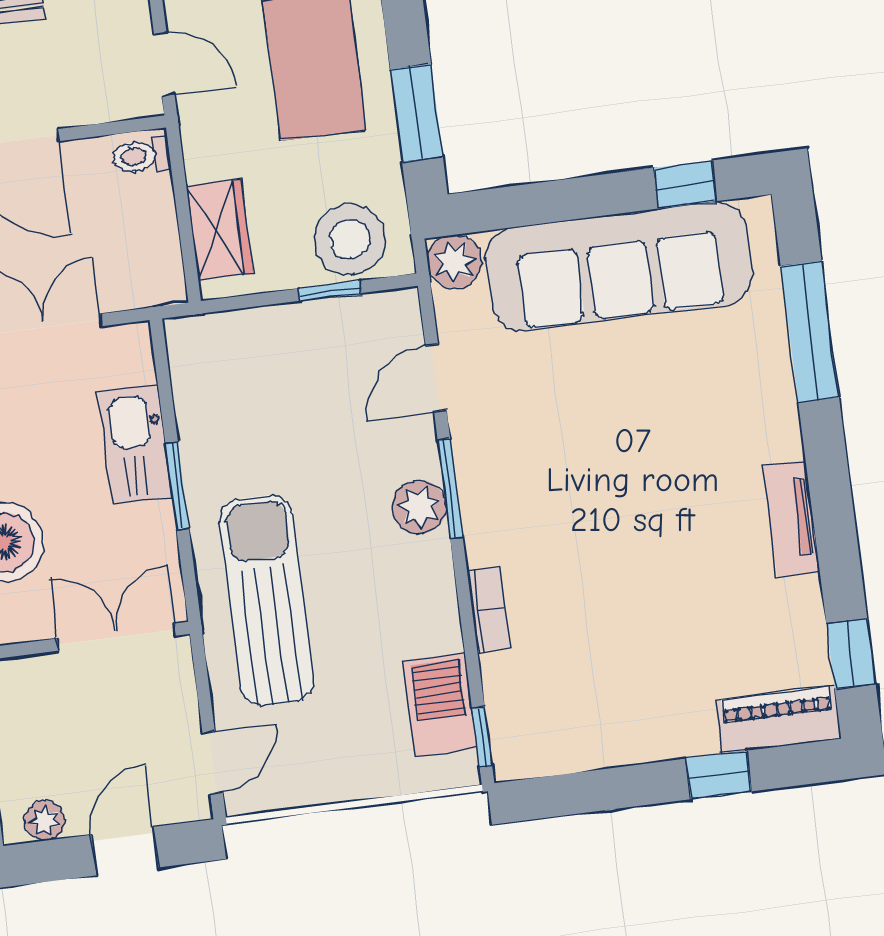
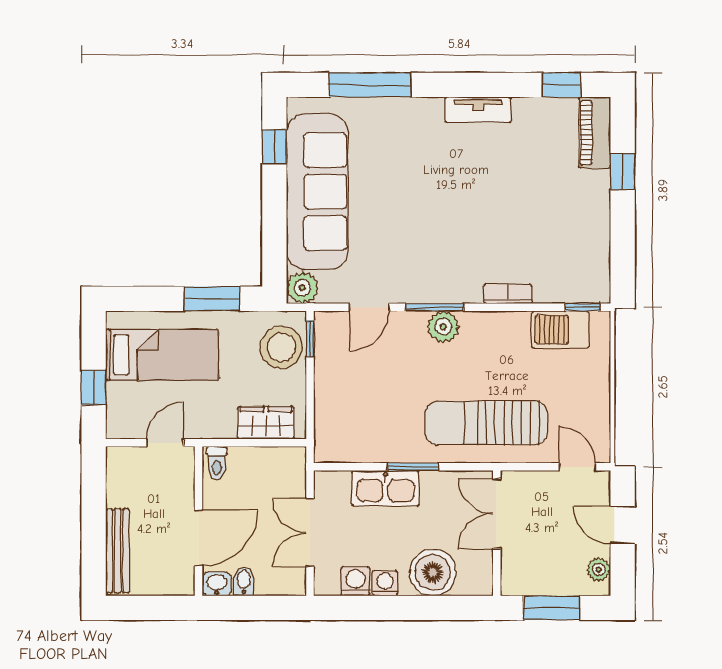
window: (330, 291) -> (310, 338), moved
door: (436, 378) -> (369, 307), hinge flipped

